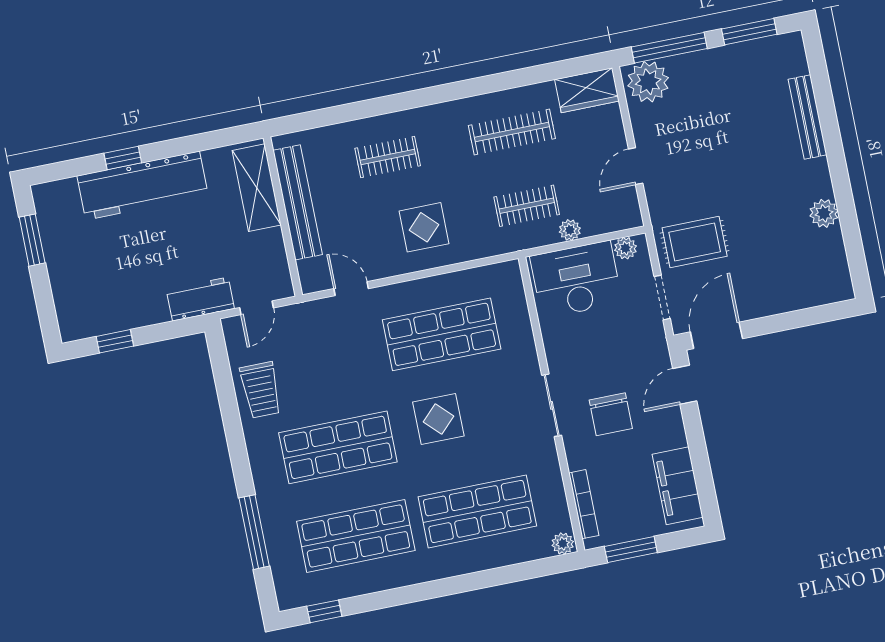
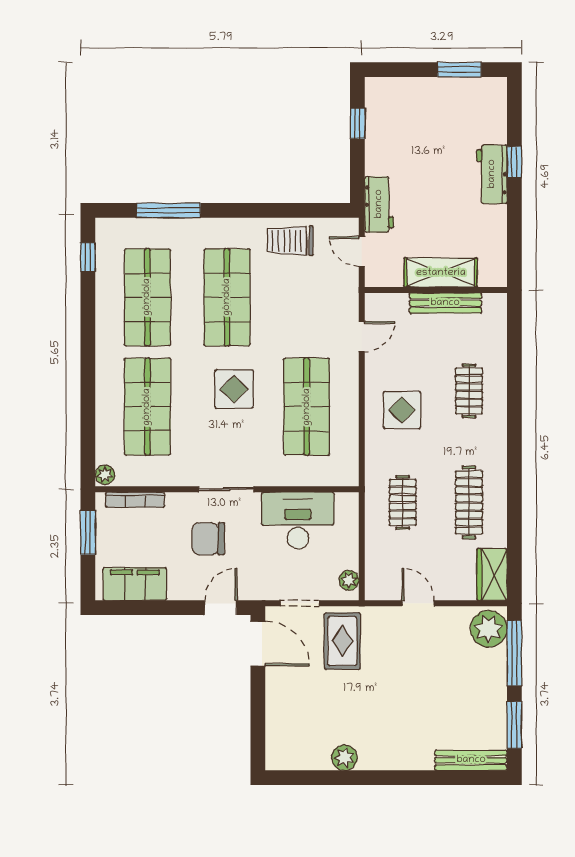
bench: (808, 117) -> (471, 760), moved
workbench: (143, 186) -> (492, 174), width x0.53, depth x0.76
shelving: (257, 188) -> (441, 273), moved
bench: (298, 202) -> (445, 303), width x0.73, depth x0.82
plant: (570, 230) -> (374, 535), removed
desk: (576, 280) -> (298, 521), moved, turned -90
door: (685, 385) -> (221, 608), hinge flipped

